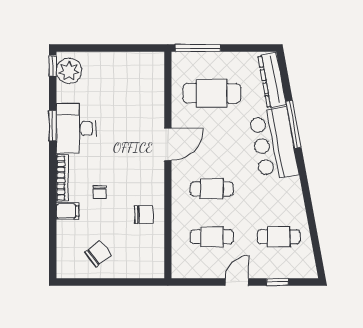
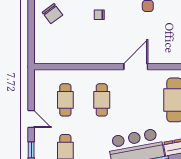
door: (168, 144) -> (136, 67), swing flipped
chair: (144, 215) -> (82, 48), removed

